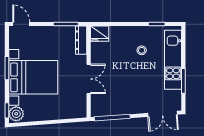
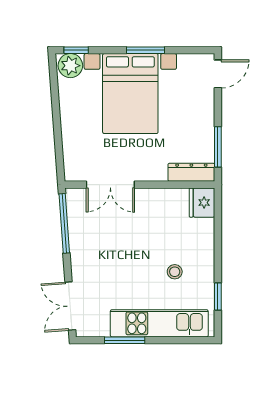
double door: (89, 79) -> (110, 185), moved

